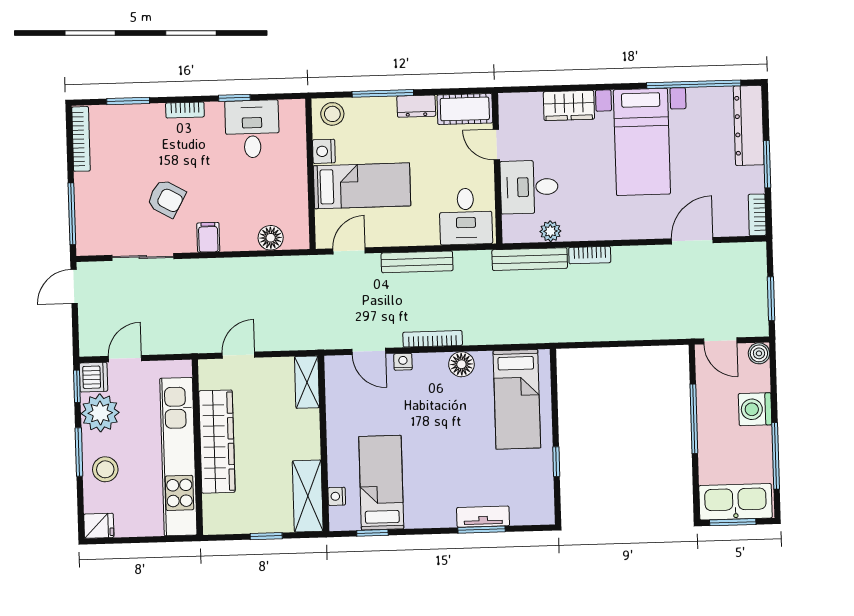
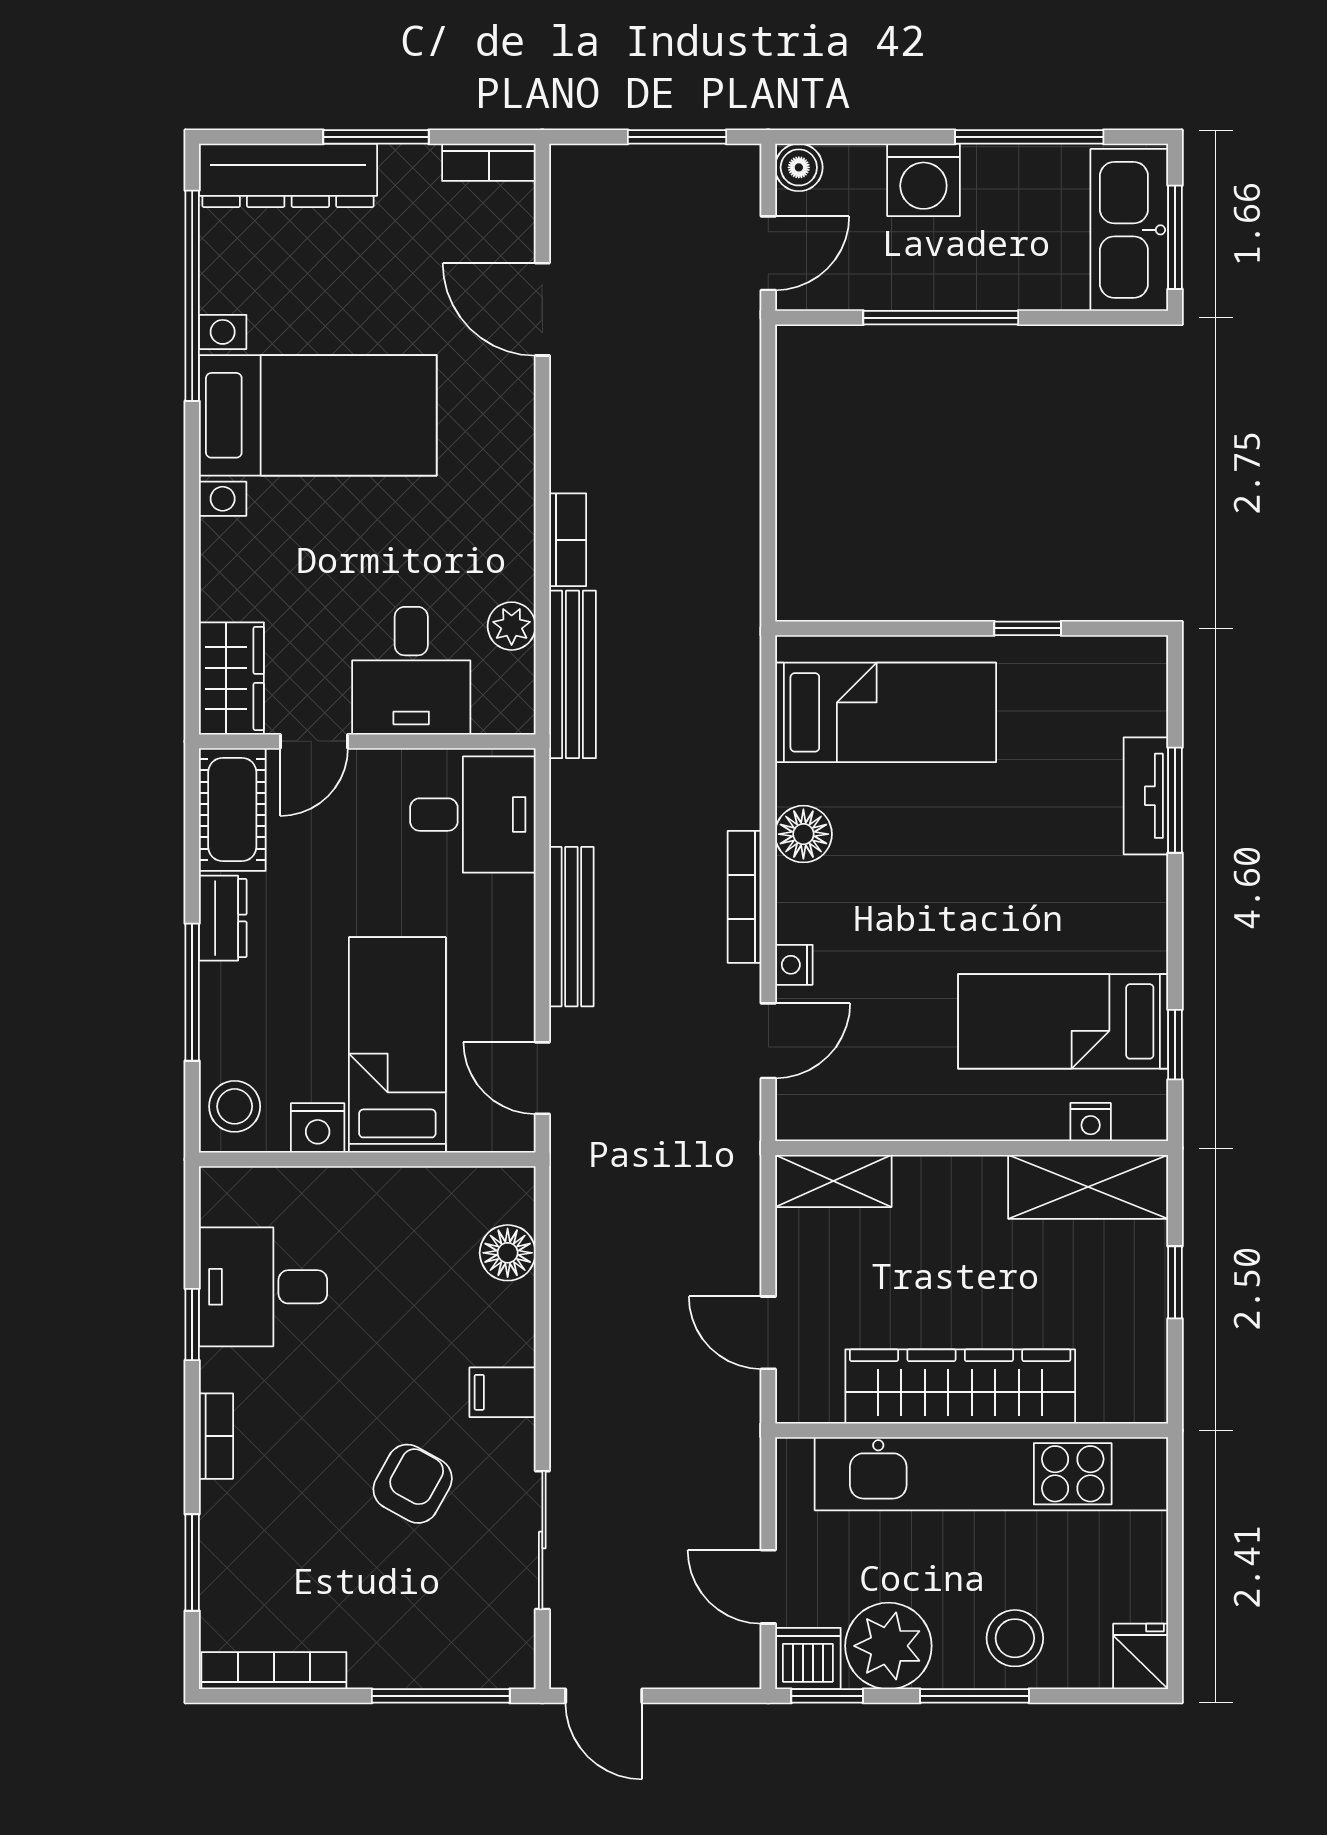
wardrobe: (569, 105) -> (231, 678), moved

